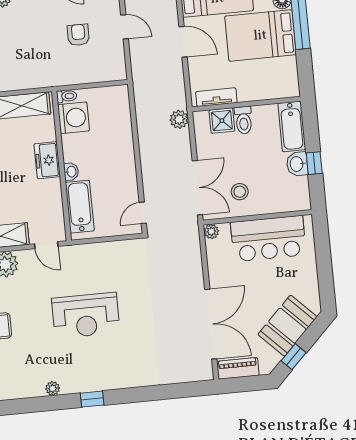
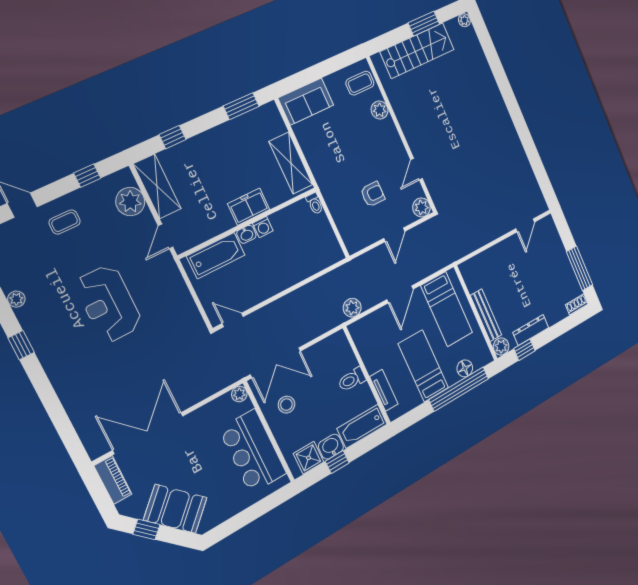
bed: (260, 35) -> (423, 366), width x0.67
tv unit: (216, 97) -> (384, 390), moved
washing machine: (74, 118) -> (263, 227), moved, width x0.53, depth x0.53
plant: (179, 119) -> (352, 308), moved
shower: (222, 121) -> (308, 458), moved
double door: (211, 324) -> (148, 433), swing flipped

